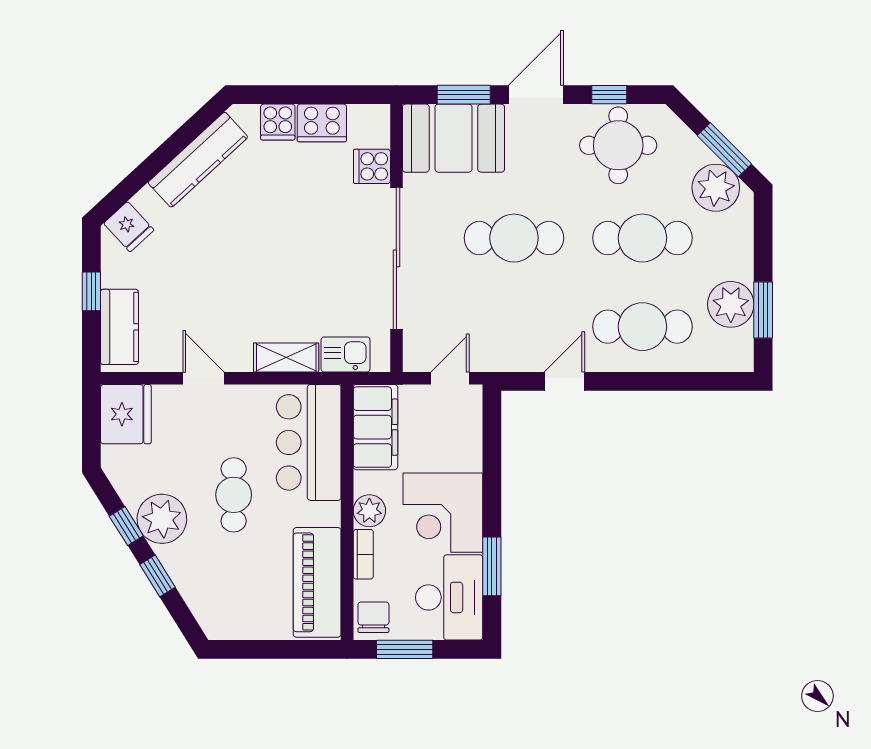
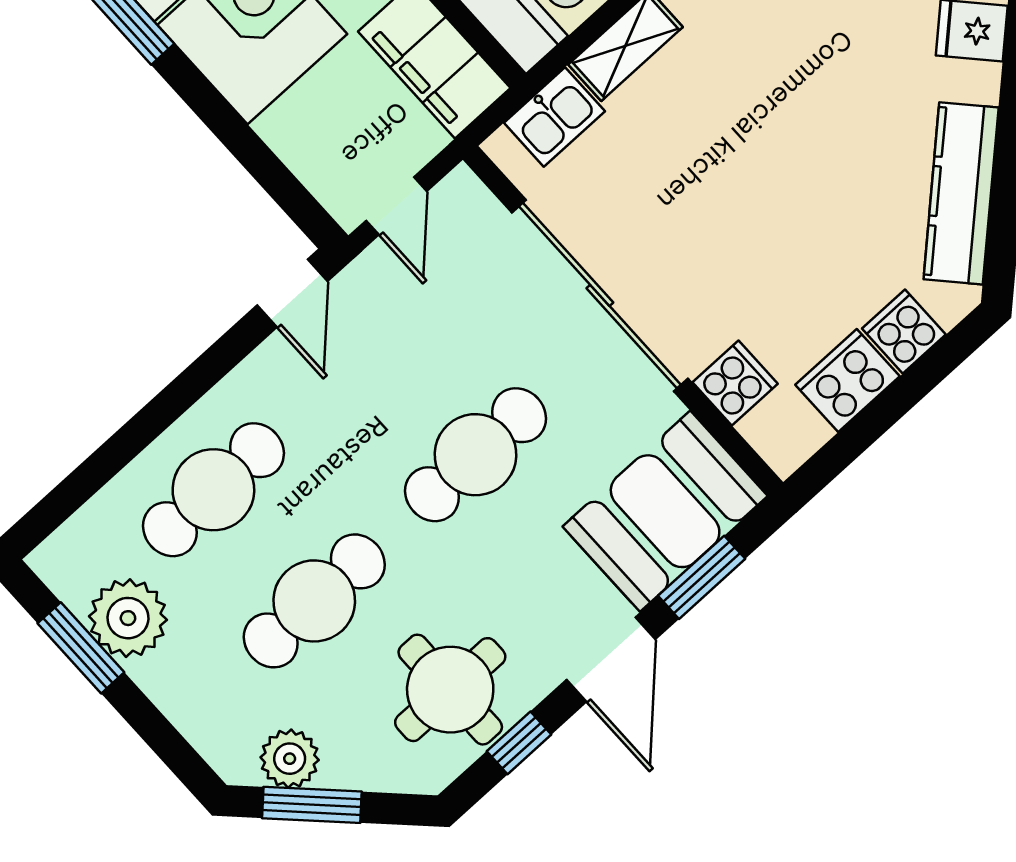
plant: (716, 188) -> (290, 759), width x0.73, depth x0.73
door: (564, 381) -> (292, 293), moved

